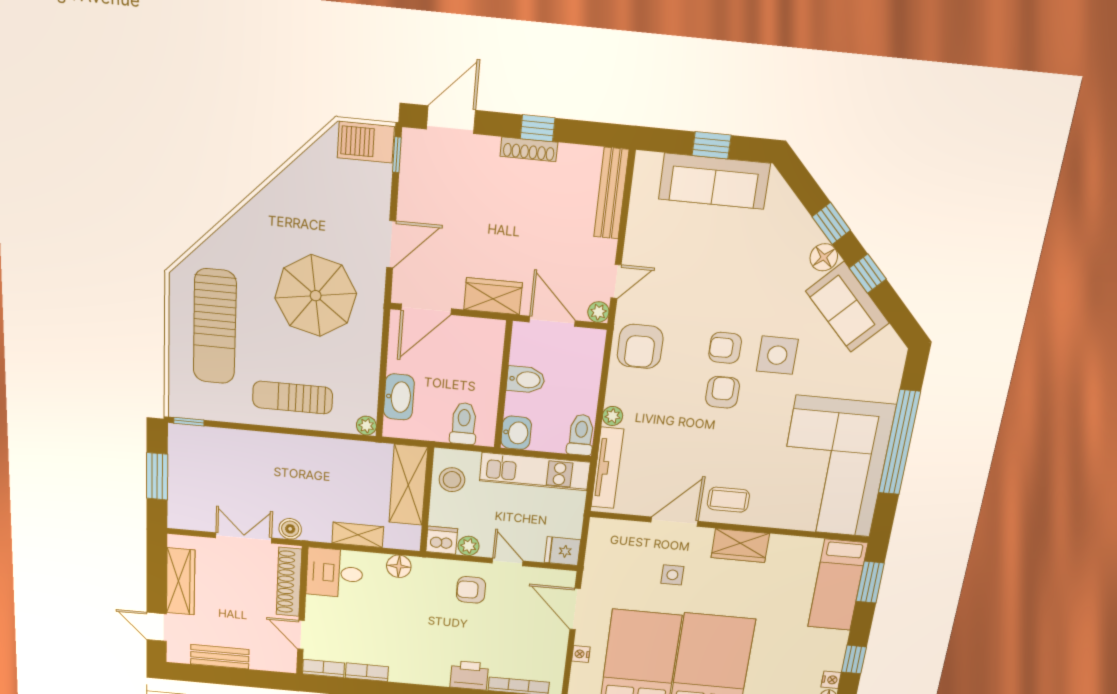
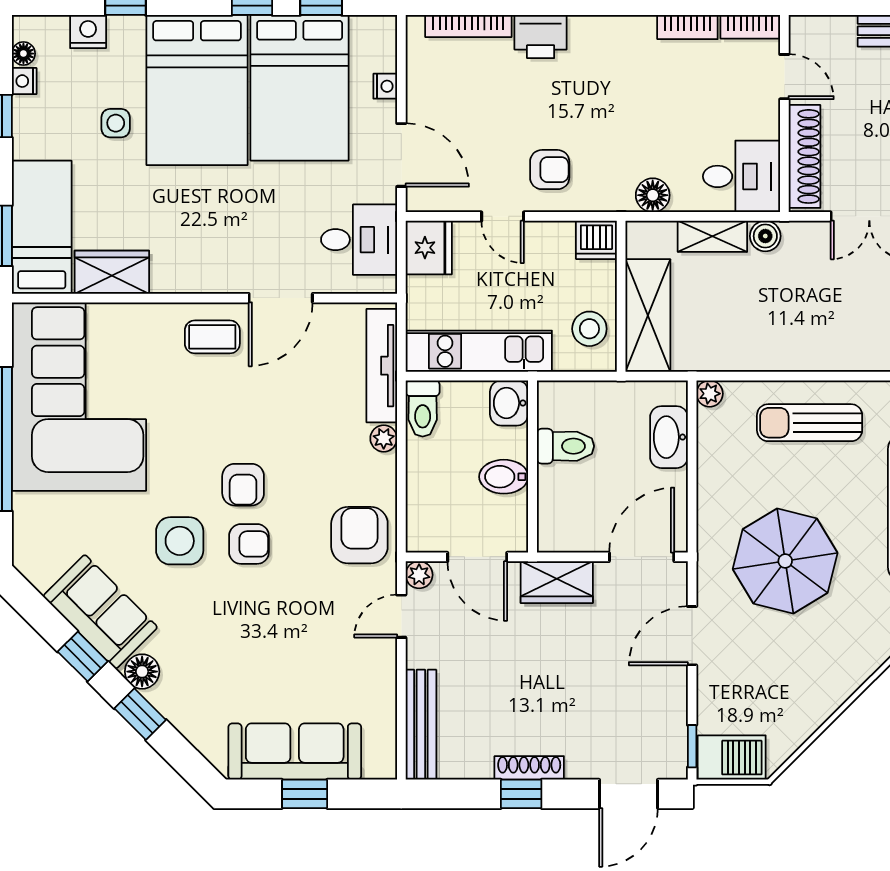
sun lounger: (293, 398) -> (810, 423), turned 180
toilet: (464, 424) -> (565, 446), moved, turned -90
boiler: (290, 529) -> (765, 236), moved
plant: (469, 546) -> (559, 235), removed
wardrobe: (740, 546) -> (112, 272), moved
fridge: (562, 551) -> (429, 248), width x1.38
desk: (612, 556) -> (359, 240), added
side table: (672, 575) -> (116, 123), moved

